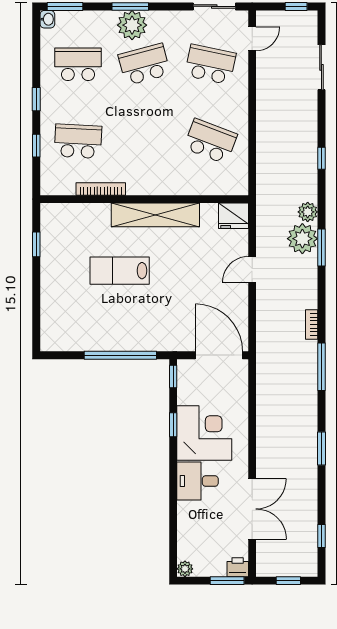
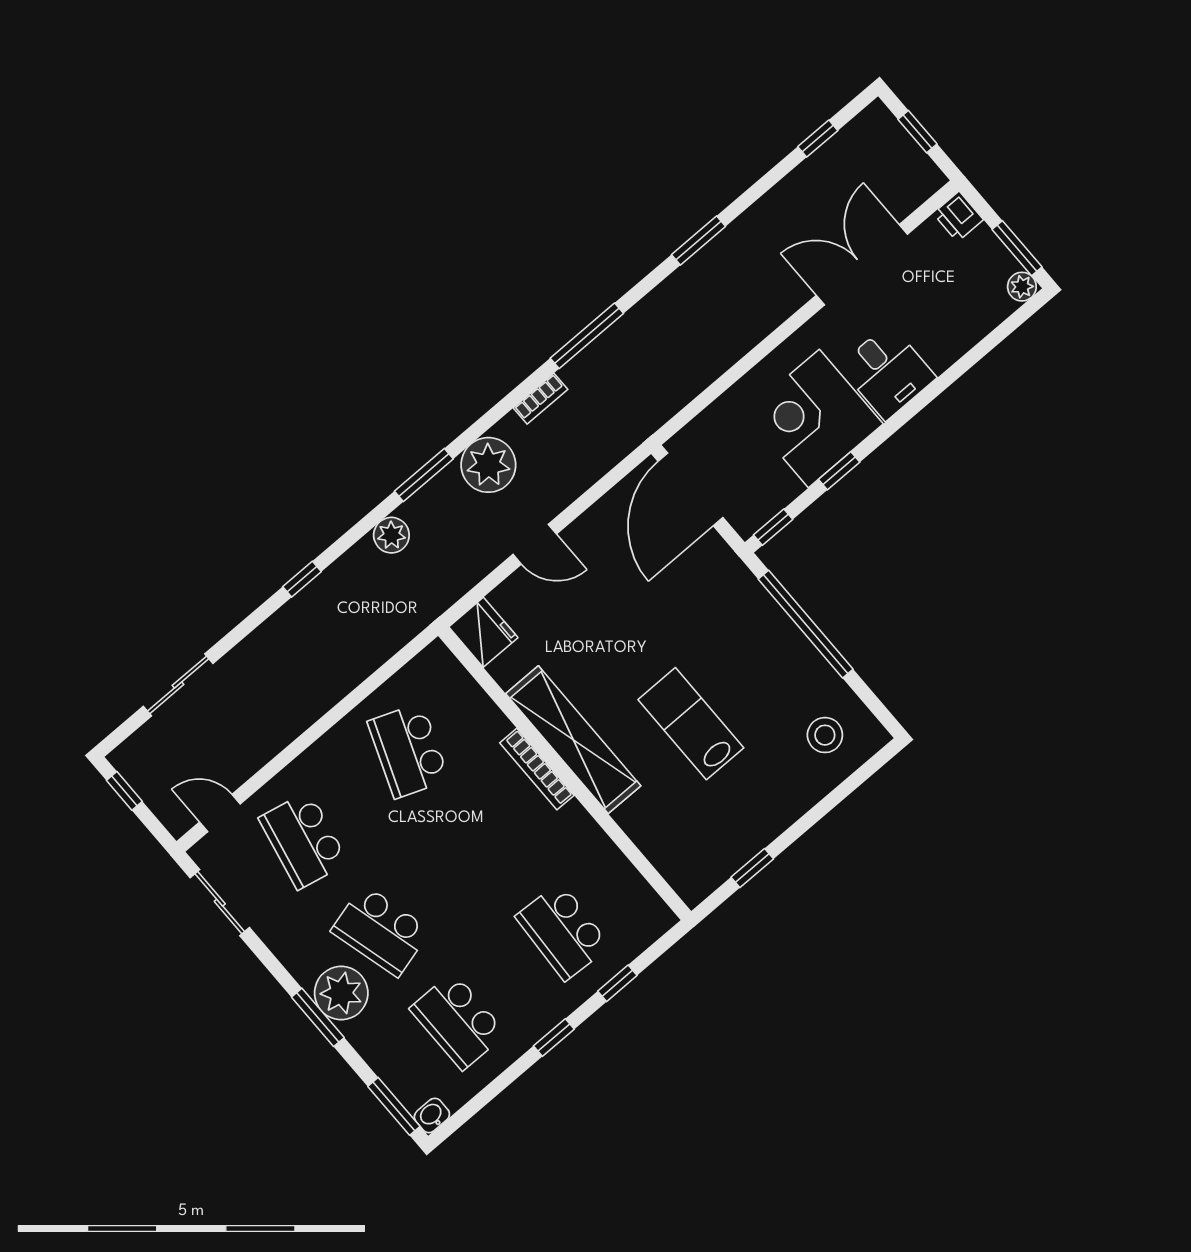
bookcase: (101, 189) -> (537, 769), moved
plant: (302, 239) -> (488, 465), moved
lab bench: (120, 271) -> (691, 724), turned 180
stool: (66, 323) -> (825, 735), added
window: (227, 581) -> (1017, 248), moved

